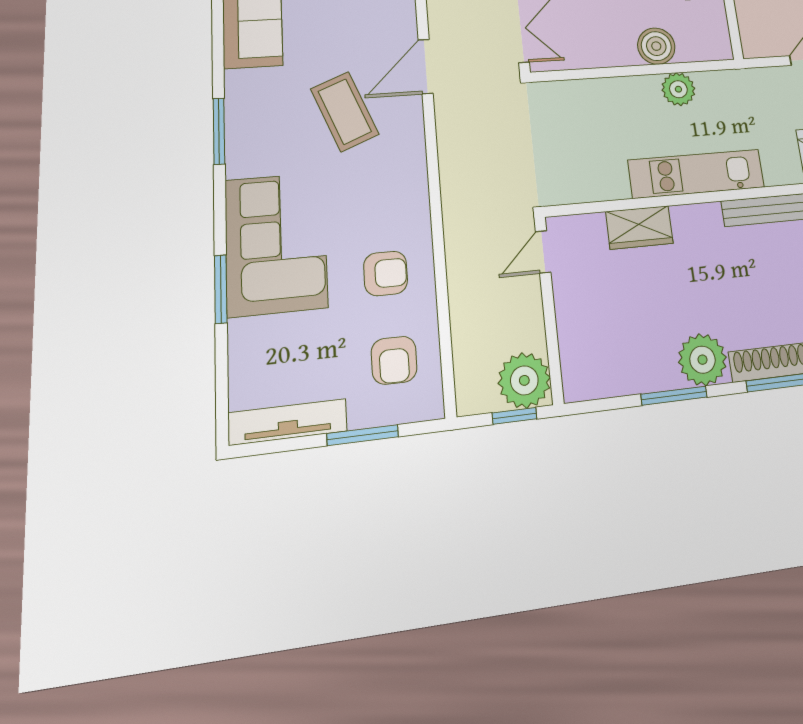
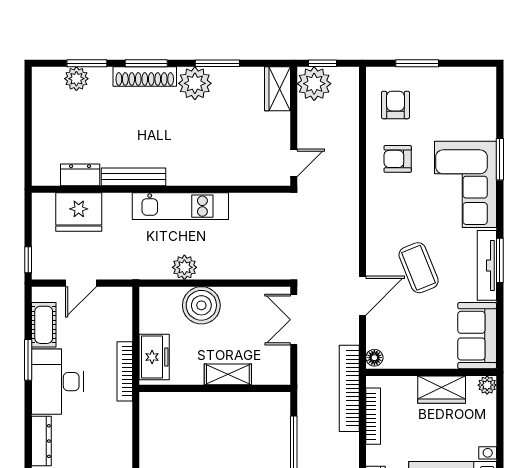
boiler: (656, 46) -> (201, 305), width x1.37, depth x1.37
wardrobe: (639, 227) -> (278, 89), moved, turned -90
tv unit: (288, 422) -> (487, 265), moved, turned 90

